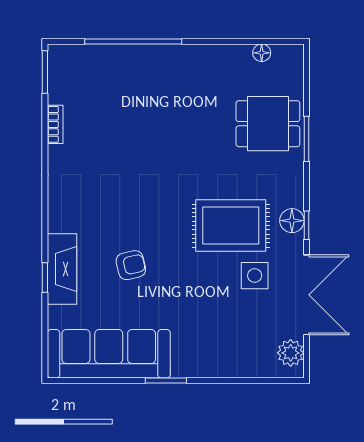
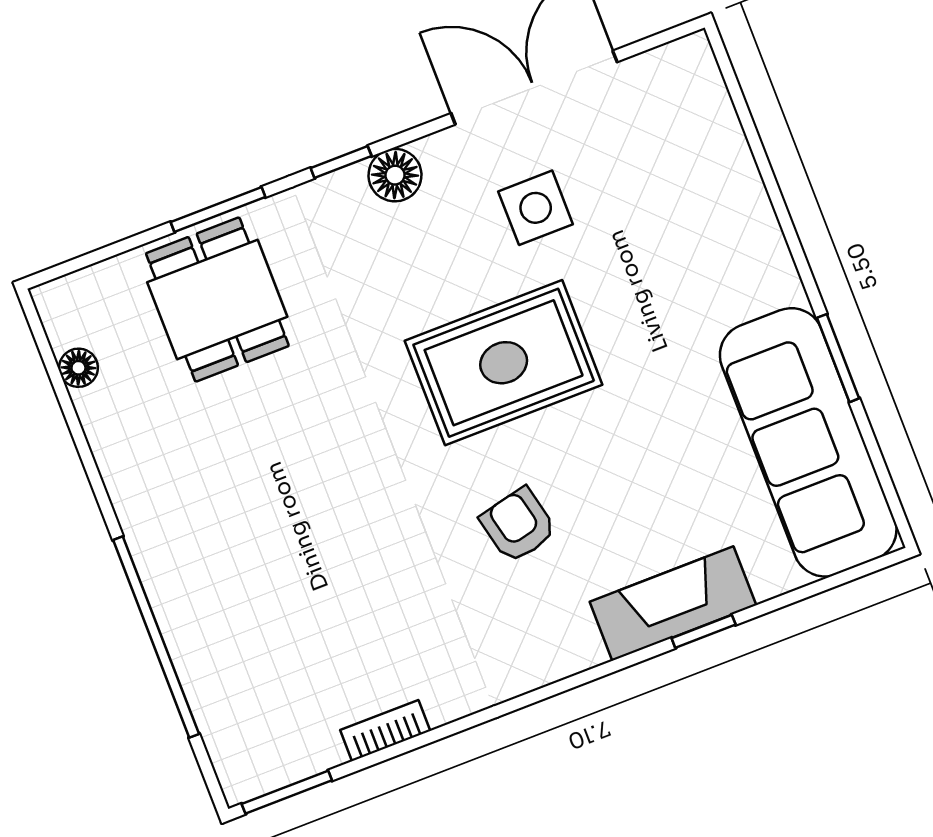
window: (306, 225) -> (341, 162), moved
rug: (231, 226) -> (504, 363), moved, turned 90
armchair: (131, 265) -> (518, 525), moved
plant: (291, 353) -> (664, 74), removed
window: (166, 381) -> (838, 358), moved

